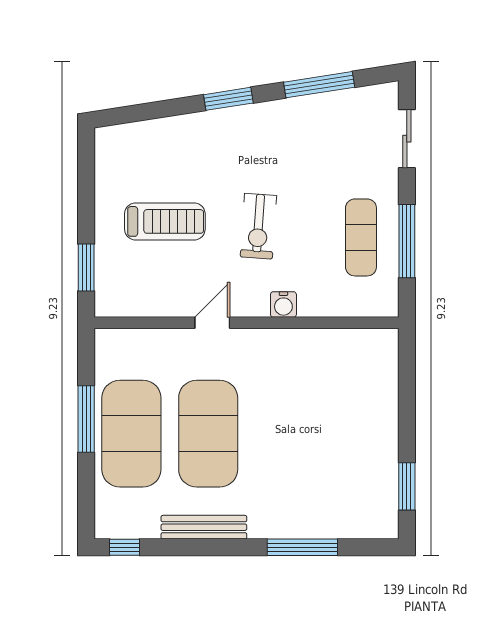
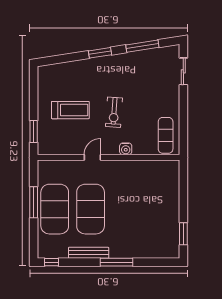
exercise mat: (361, 237) -> (166, 135), moved
window: (407, 241) -> (183, 119), removed
window: (302, 547) -> (117, 262), moved

